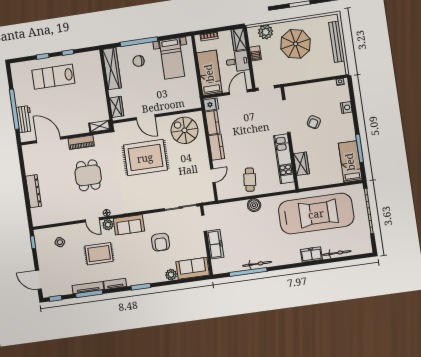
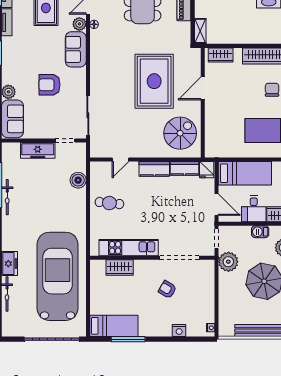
plant: (284, 76) -> (228, 262), added
door: (213, 176) -> (121, 159), hinge flipped
boiler: (254, 205) -> (78, 180), moved
car: (316, 214) -> (58, 276), turned 180

